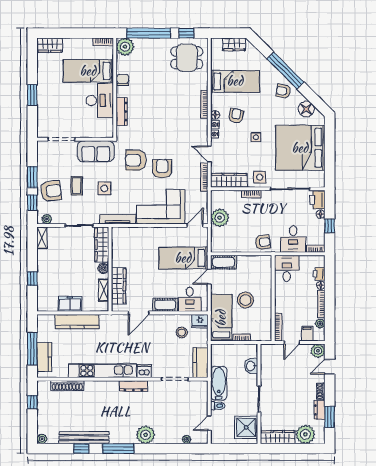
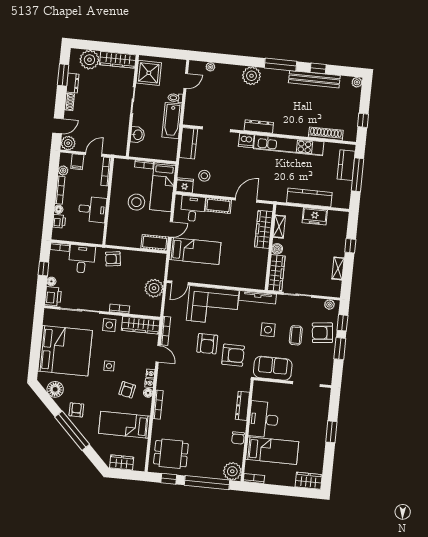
armchair: (283, 91) -> (76, 410), turned -101
shelving: (42, 238) -> (338, 268), moved
desk: (287, 268) -> (92, 209), moved, turned -90

